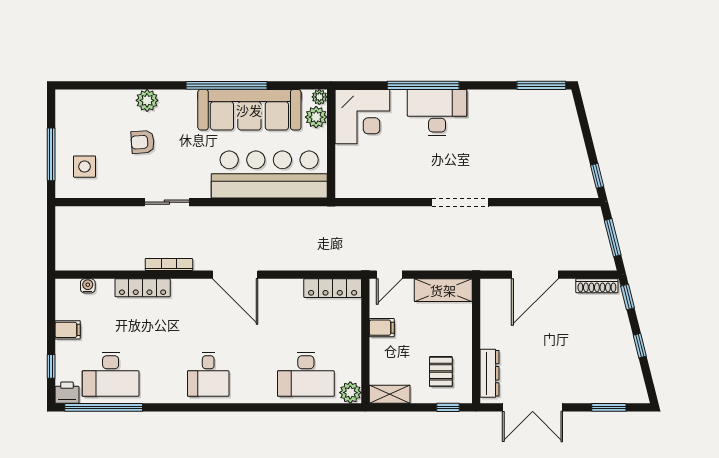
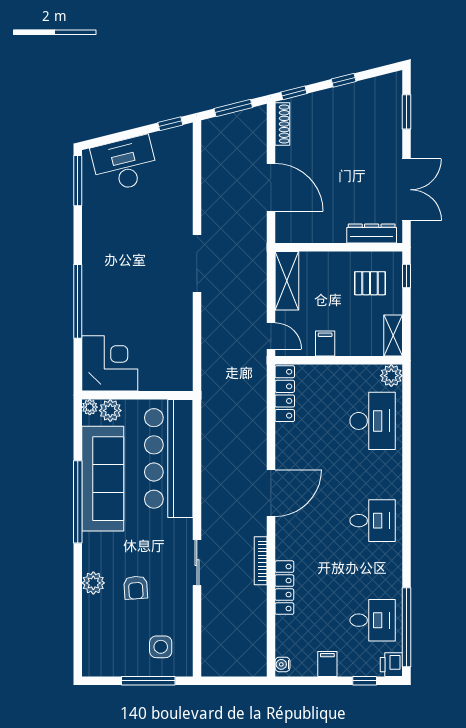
desk: (437, 113) -> (125, 164), moved, turned 76
water cooler: (88, 286) -> (282, 664), moved
desk: (111, 374) -> (373, 620), width x0.73

